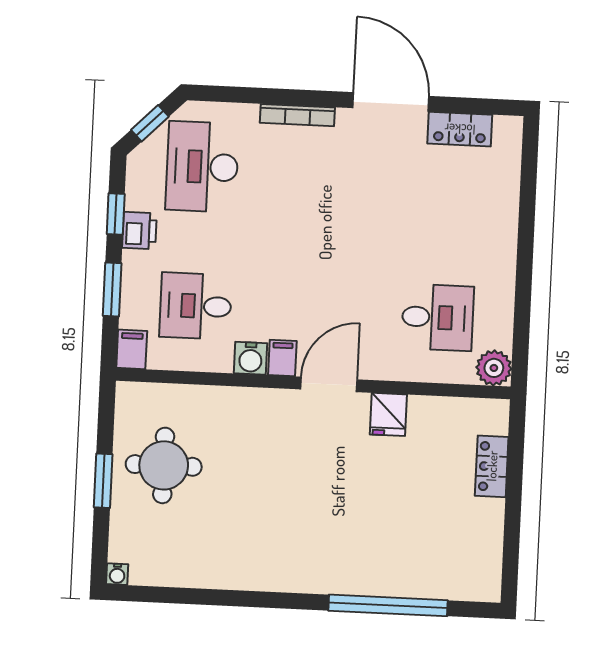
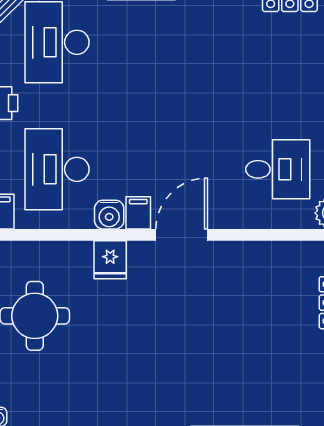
desk: (196, 306) -> (57, 169), width x1.37
fridge: (388, 414) -> (110, 260), moved

